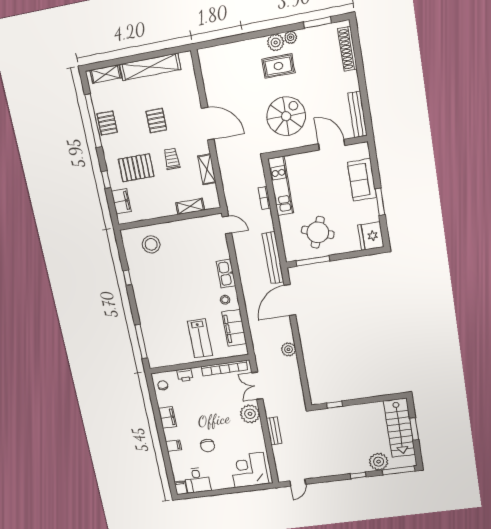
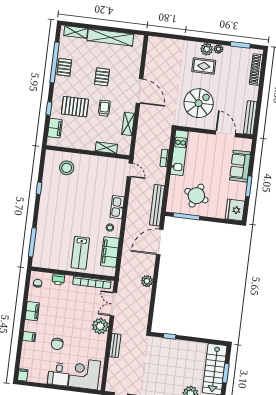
desk: (197, 480) -> (59, 374), moved

